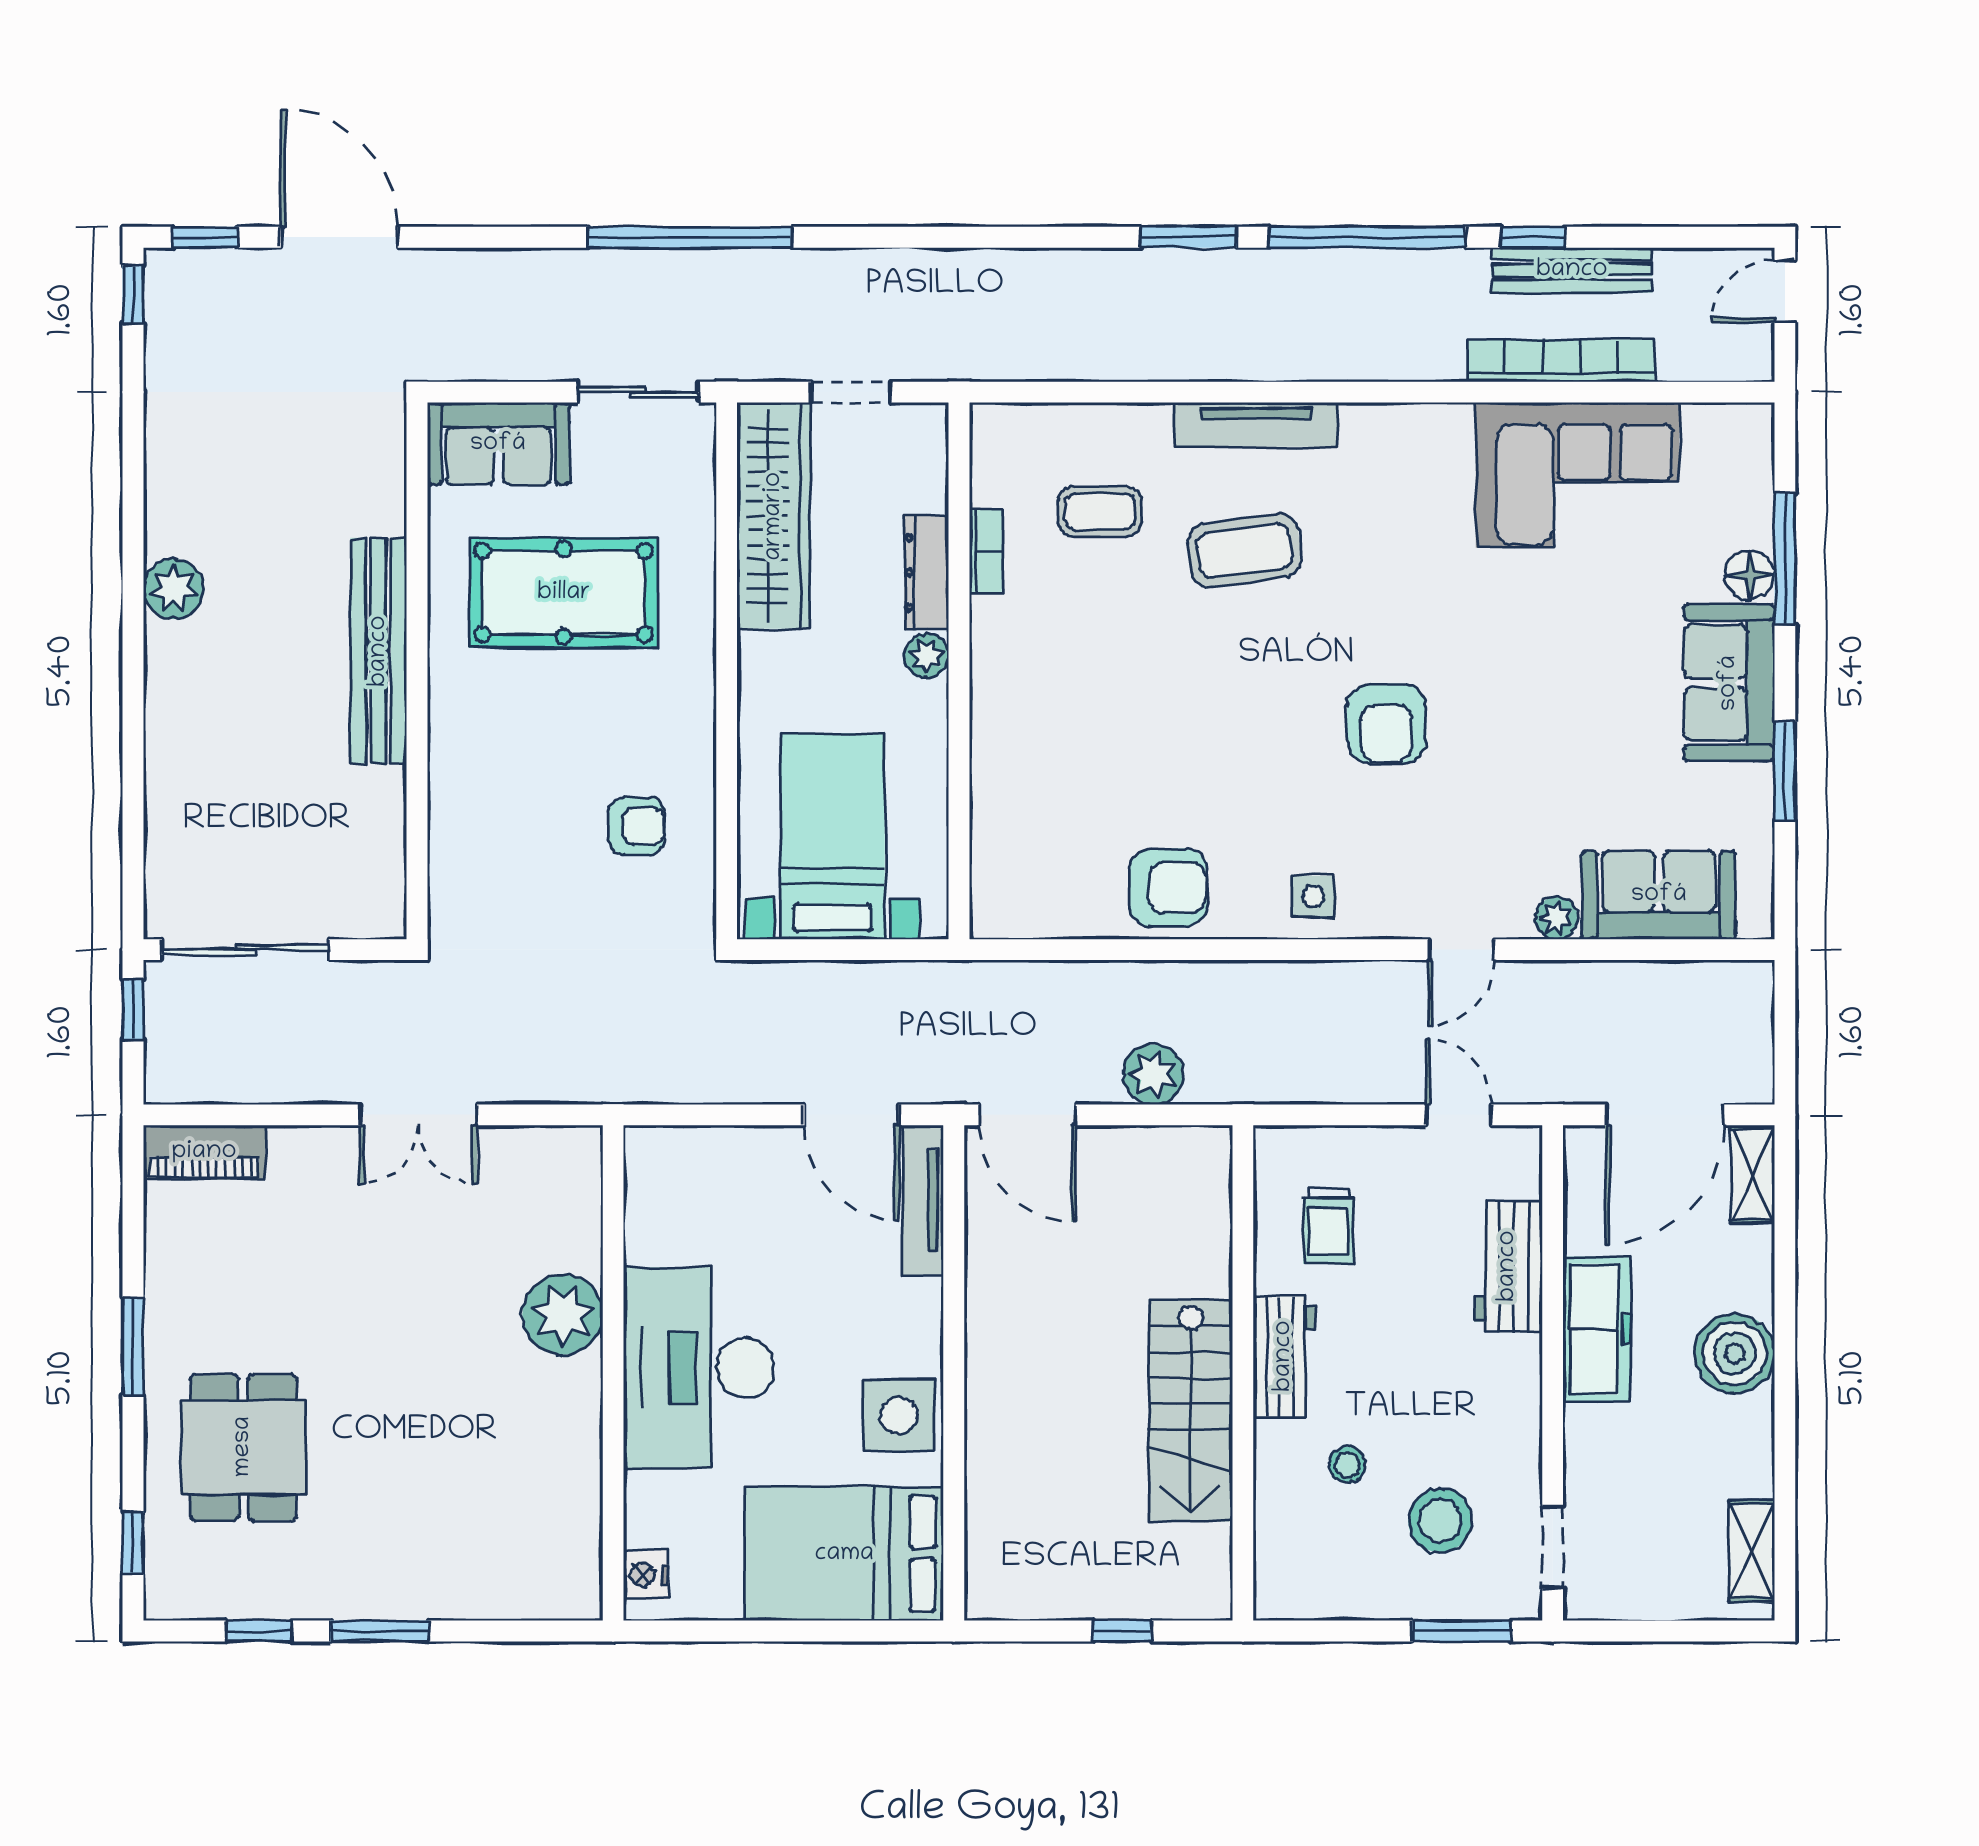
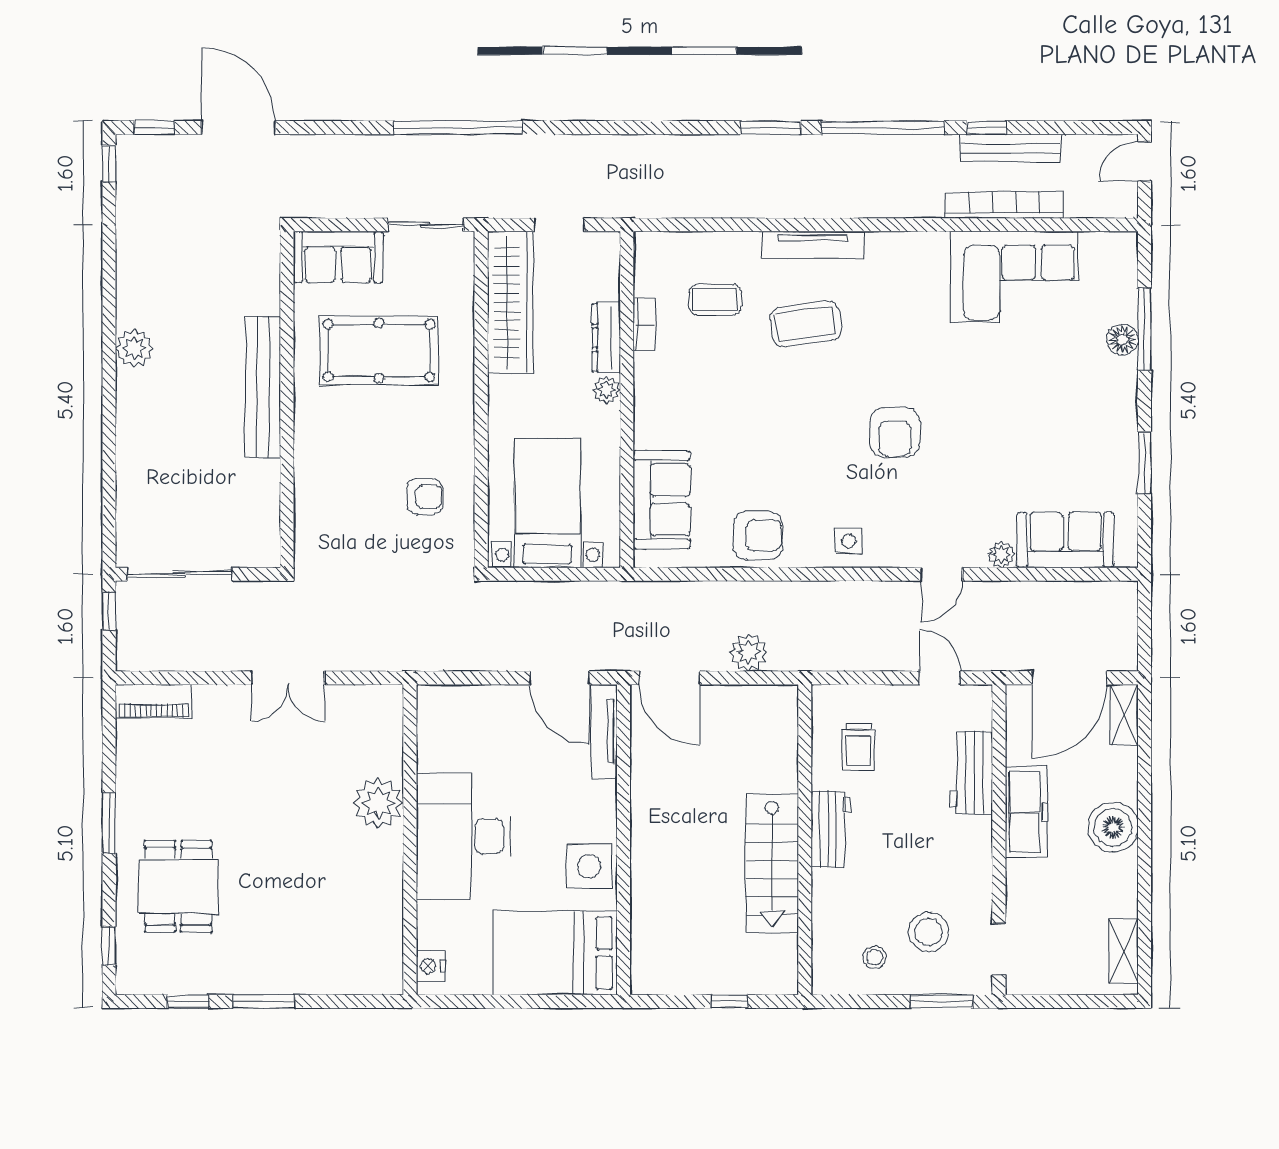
sofa: (1729, 683) -> (662, 500), moved, turned 180
stool: (1347, 1465) -> (875, 957), moved

